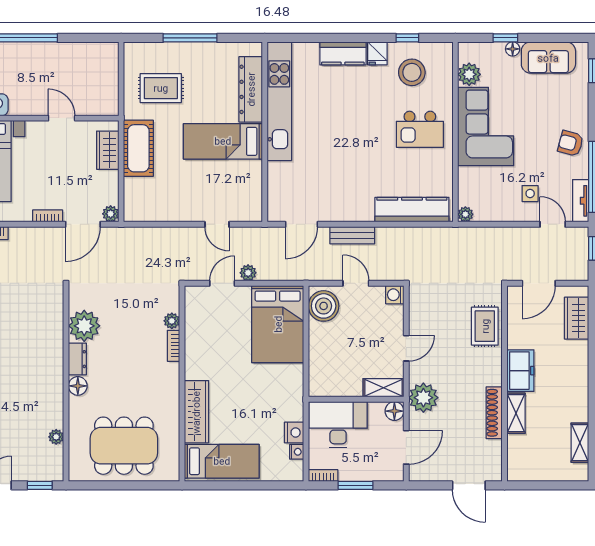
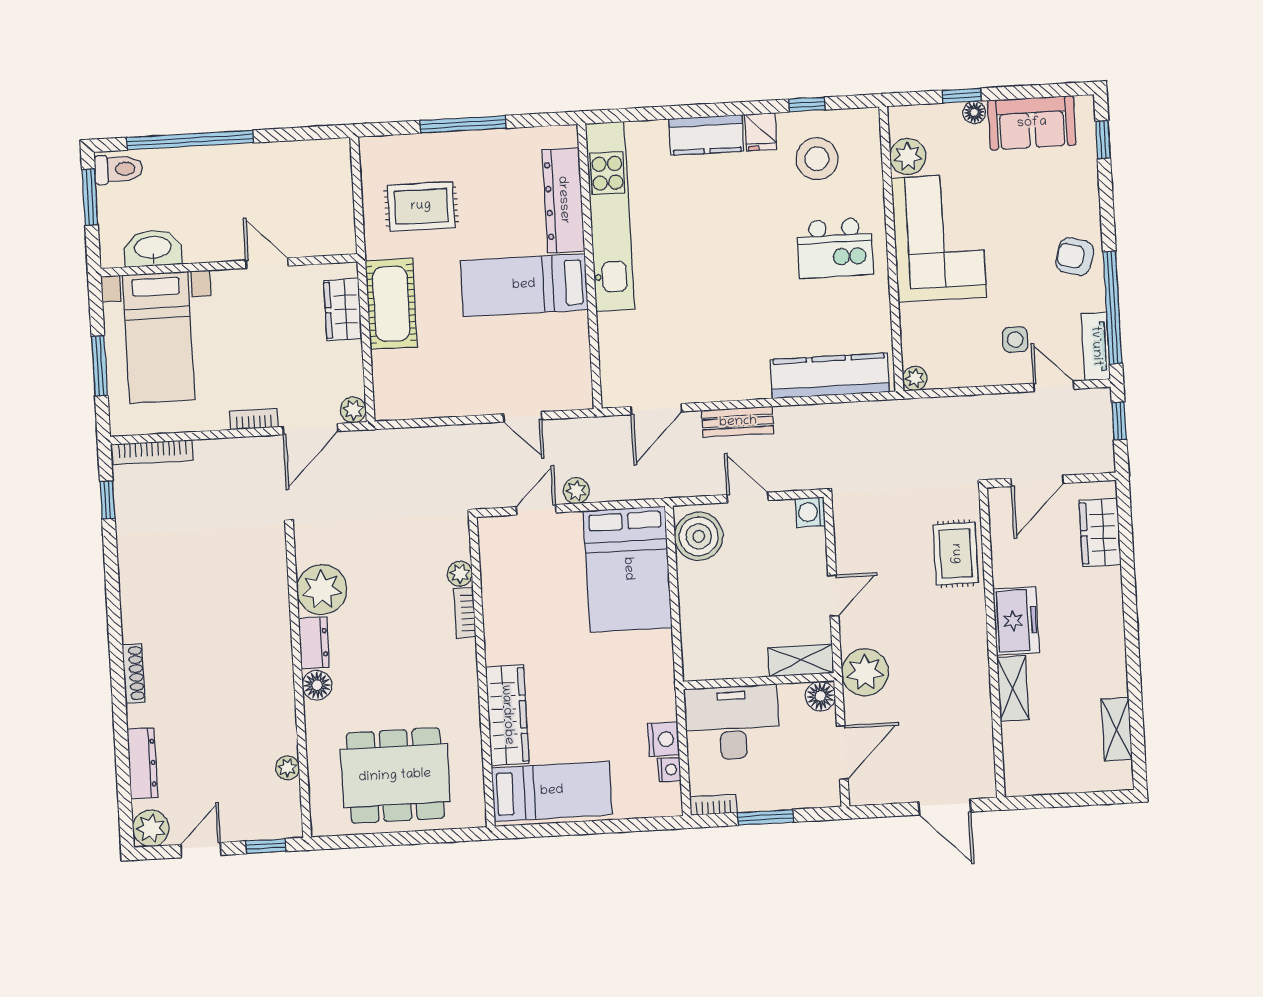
shoe rack: (494, 413) -> (978, 690), removed

